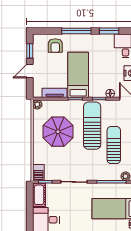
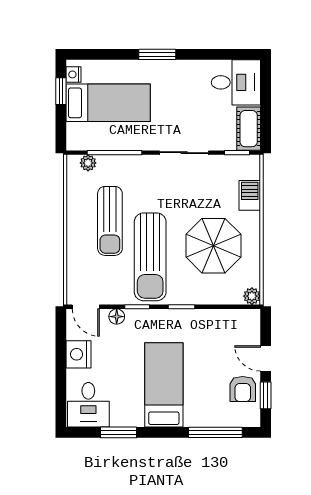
window: (76, 31) -> (215, 432), moved
armchair: (55, 46) -> (243, 389), moved, turned 180
door: (30, 71) -> (266, 358), swing flipped
bed: (78, 75) -> (164, 385), moved, turned 180
tv unit: (55, 93) -> (220, 318), removed
barbecue: (38, 173) -> (250, 195), moved

